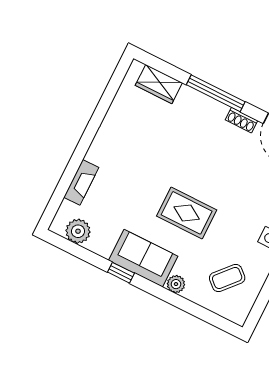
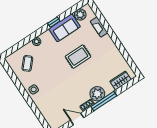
plant: (209, 113) -> (97, 94), added
rug: (187, 213) -> (78, 57), moved
sofa: (143, 258) -> (64, 28), moved

